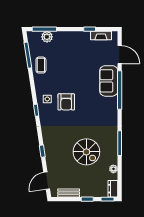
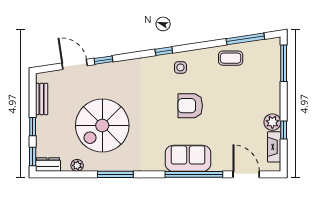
plant: (47, 37) -> (272, 122), moved
door: (120, 55) -> (246, 174), swing flipped
sofa: (109, 81) -> (188, 158), moved
armchair: (66, 102) -> (190, 106), moved
spiral stairs: (86, 152) -> (102, 125), width x1.37, depth x1.37
door: (47, 181) -> (75, 64), moved

